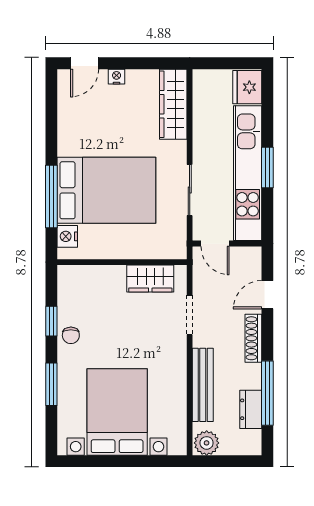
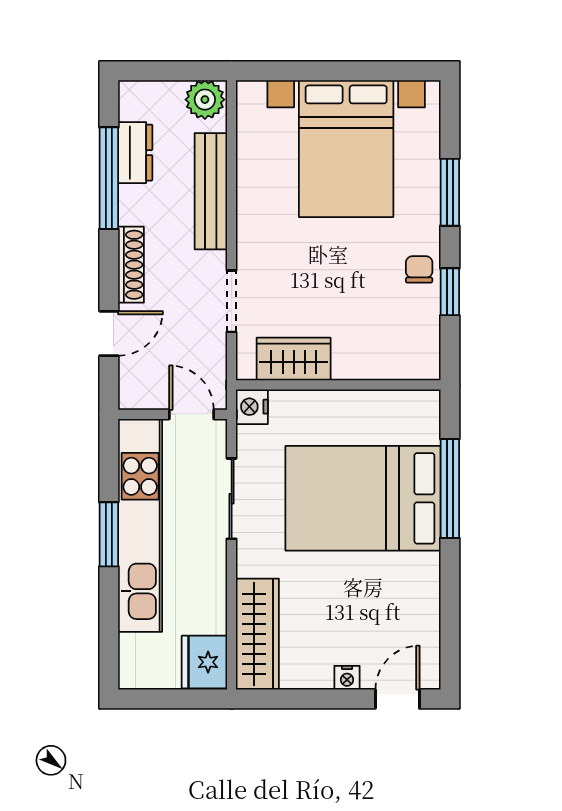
fridge: (247, 87) -> (204, 662), moved, turned 180
nightstand: (67, 236) -> (252, 407), moved, turned 180

